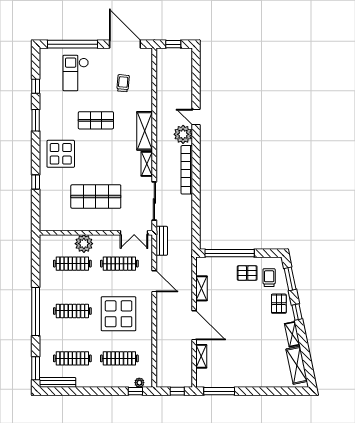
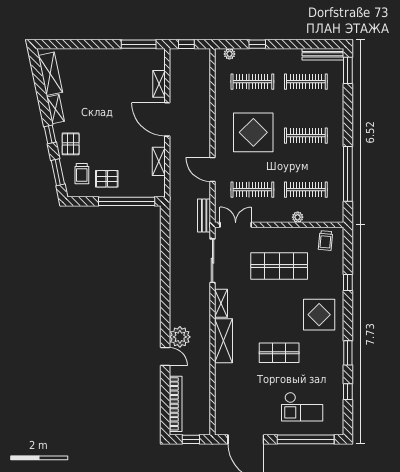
checkout: (76, 73) -> (302, 407), turned 90
trolley: (123, 83) -> (326, 241), moved
bookcase: (187, 170) -> (176, 404), moved
plant: (84, 244) -> (298, 217), width x0.53, depth x0.53
window: (36, 312) -> (348, 174), moved
window: (135, 391) -> (257, 44), moved

